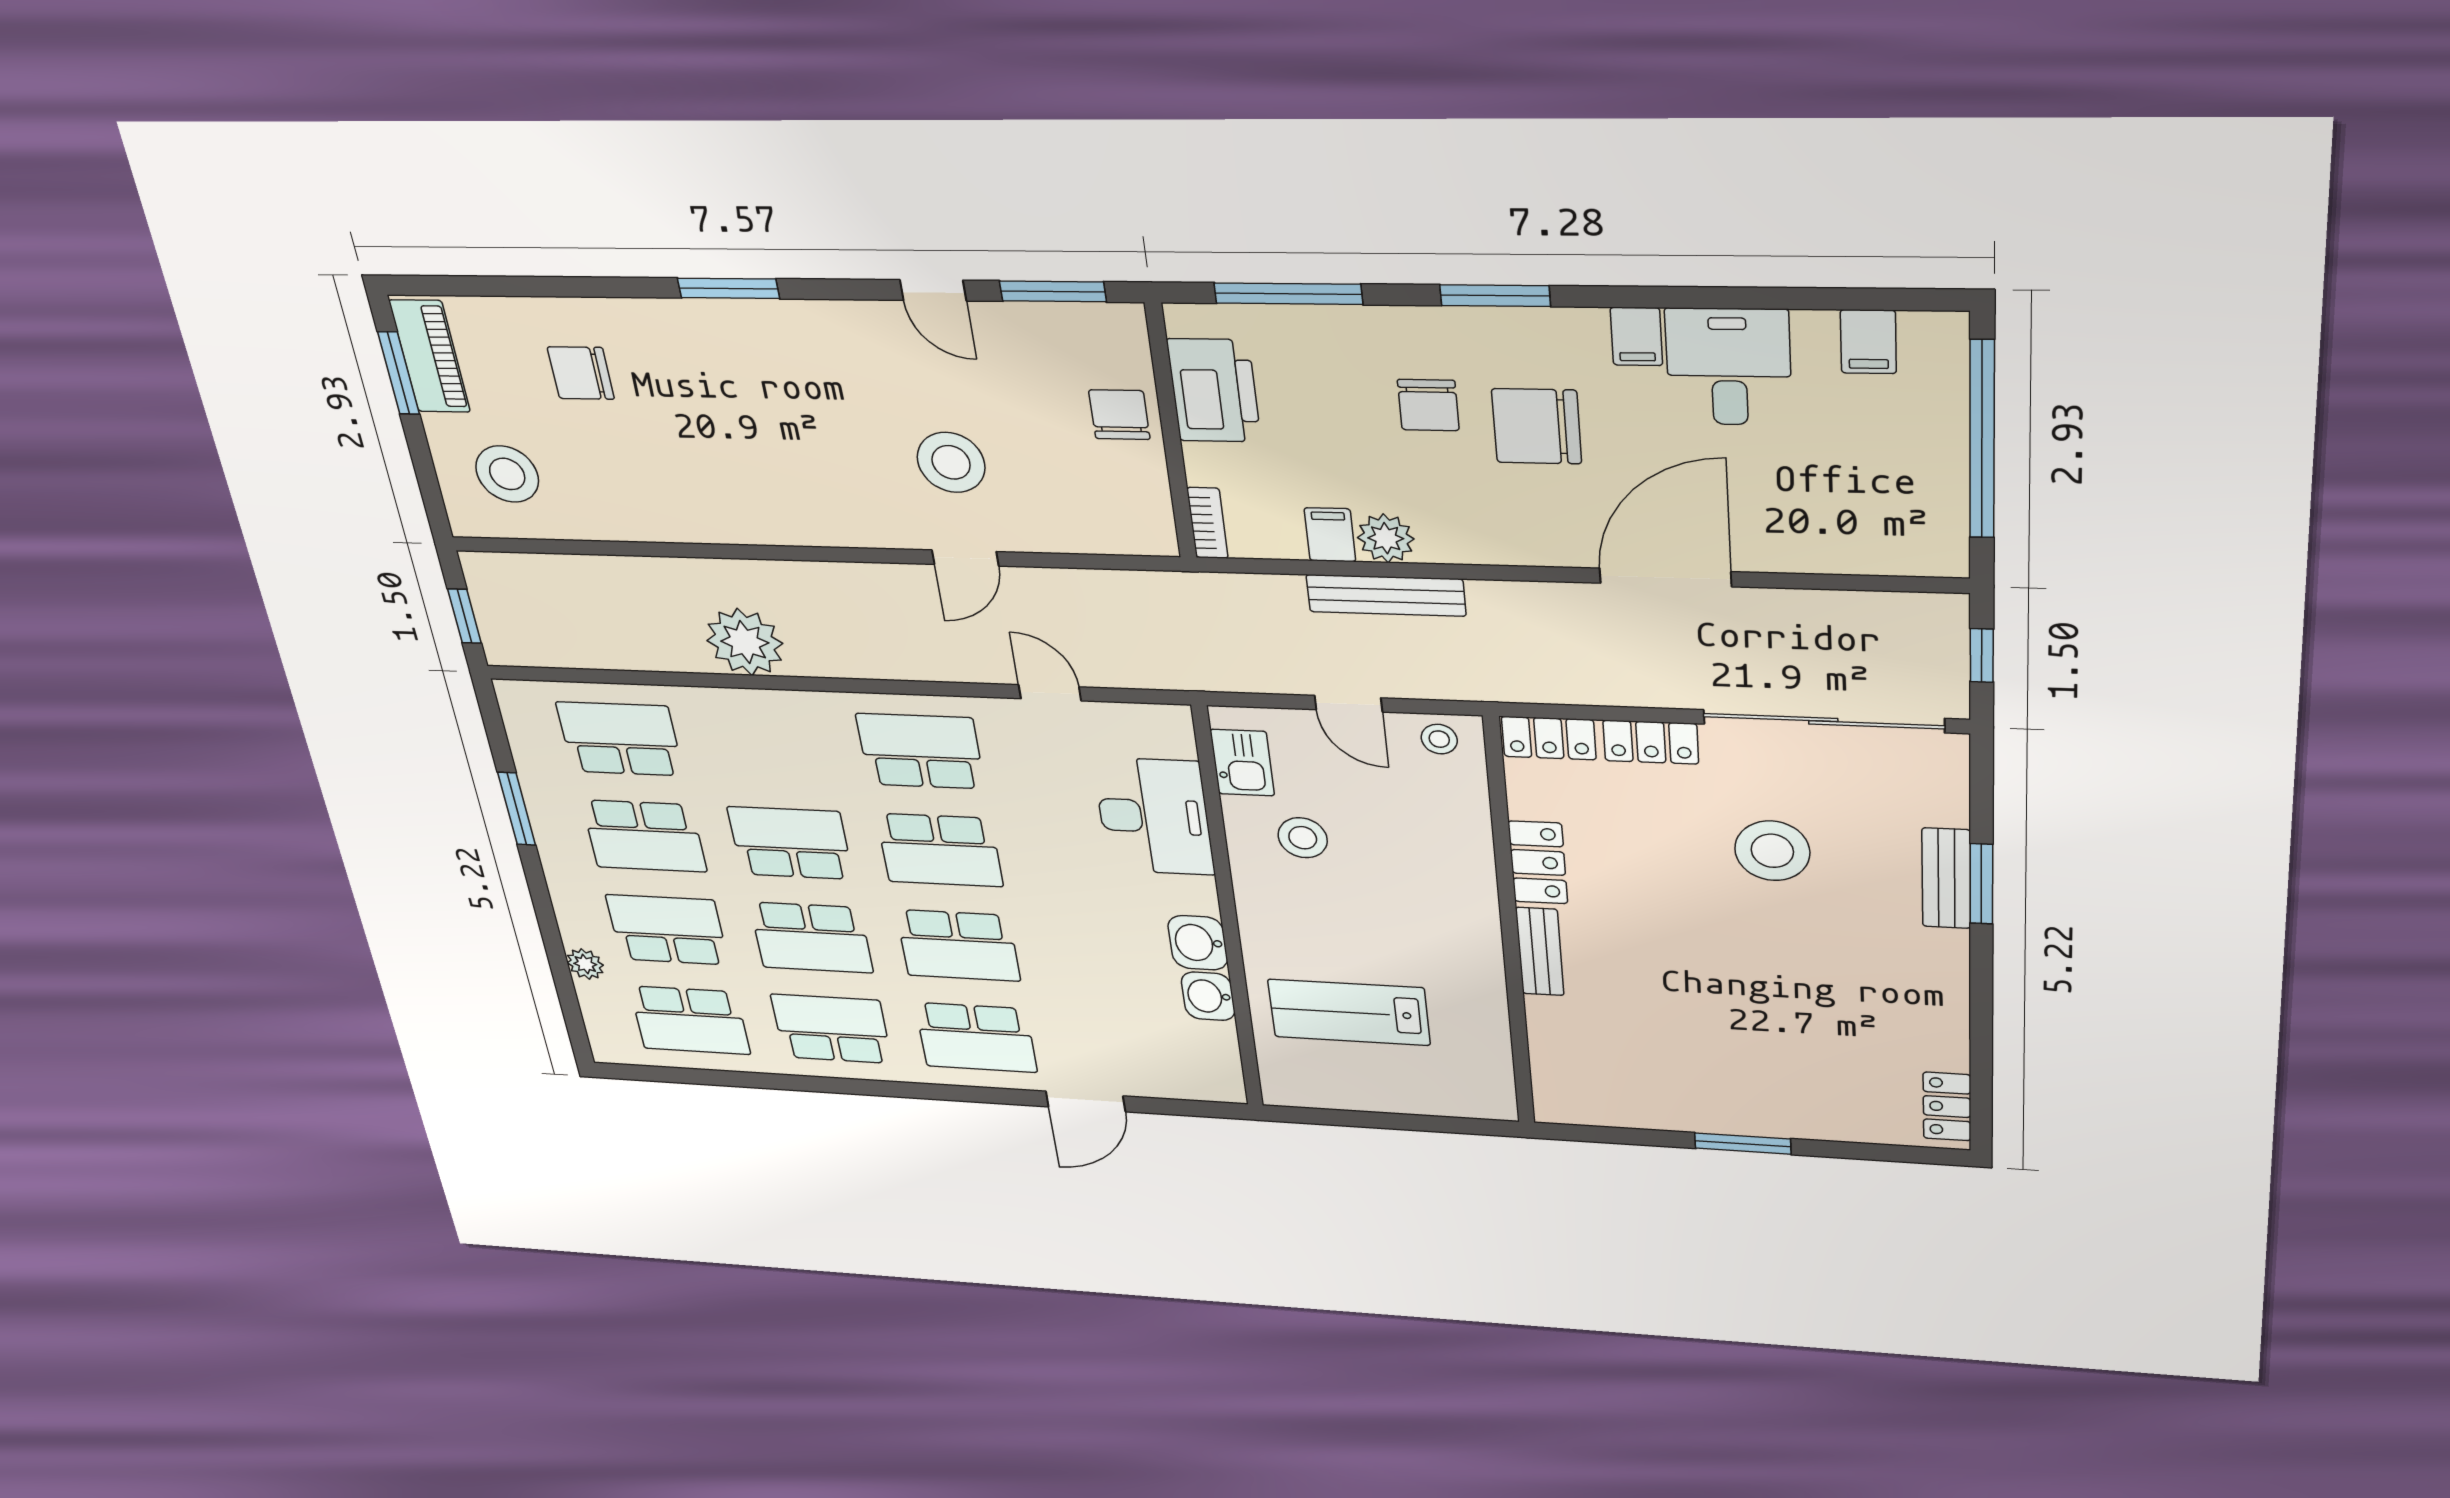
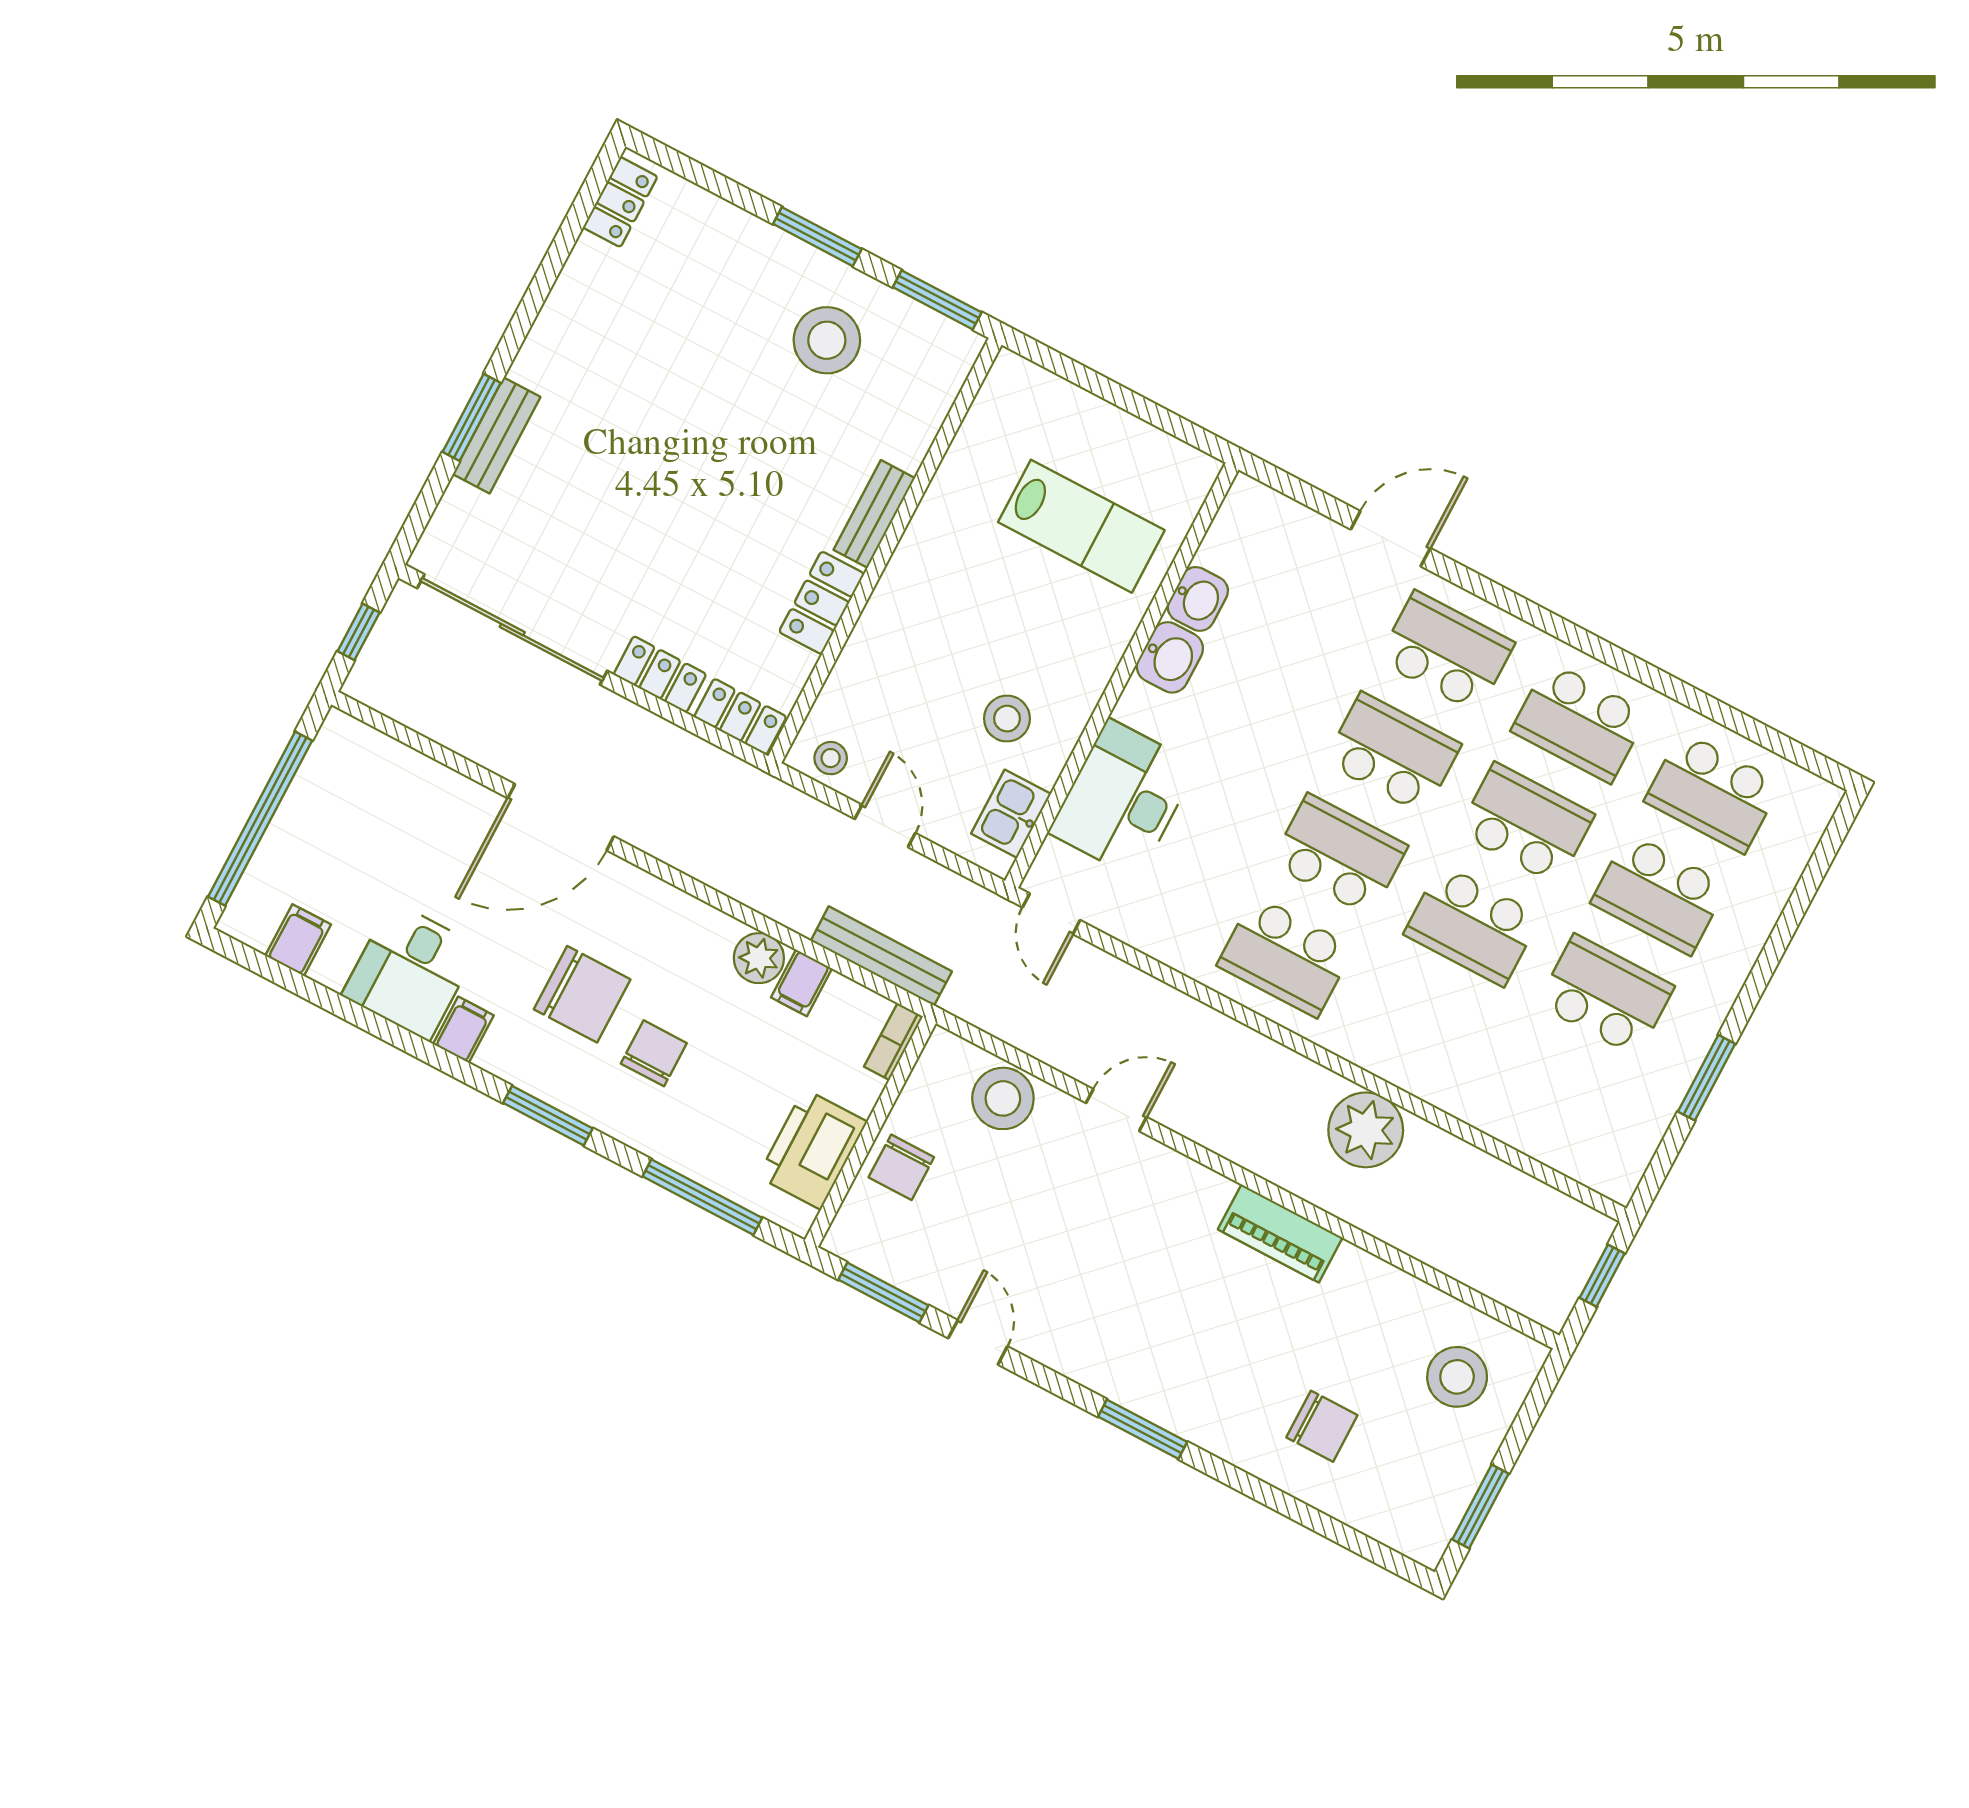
piano: (430, 356) -> (1280, 1233), moved, turned -90
stool: (951, 462) -> (1003, 1098), moved
bench: (1386, 595) -> (881, 956), moved
door: (1050, 693) -> (1051, 914), moved
school desk: (620, 739) -> (1552, 1097), removed
stool: (1772, 851) -> (827, 340), moved
plant: (585, 964) -> (1769, 896), removed
school desk: (690, 1020) -> (1713, 792), turned 180
window: (1601, 1134) -> (937, 300), added

